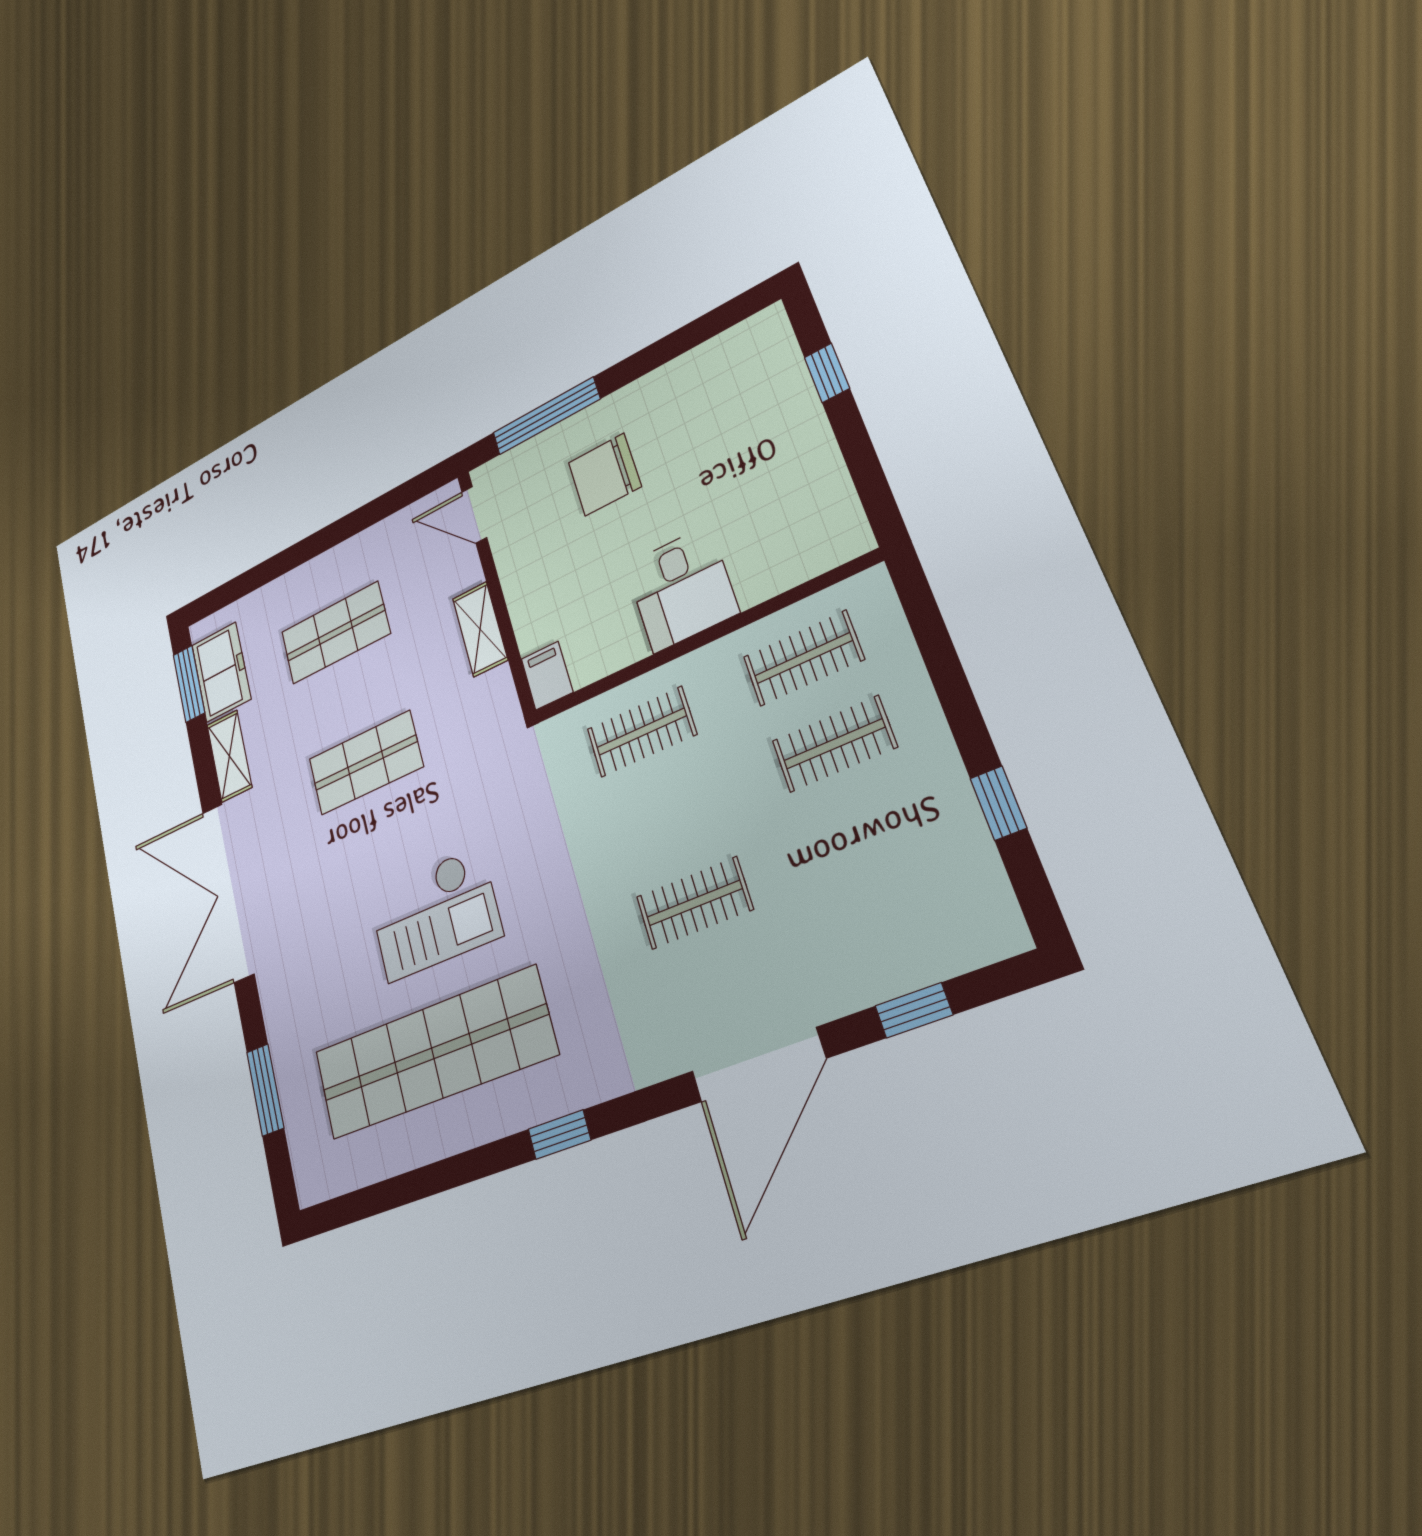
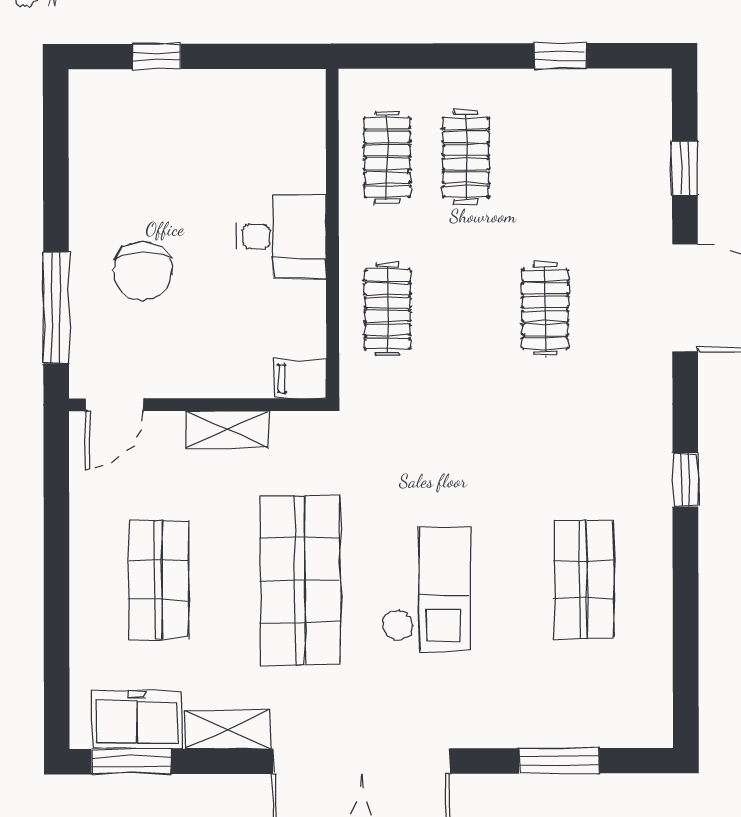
shop shelf: (365, 763) -> (300, 580), width x1.43, depth x1.36
checkout: (434, 914) -> (426, 589), moved
shop shelf: (433, 1053) -> (584, 579), width x0.50, depth x0.74

